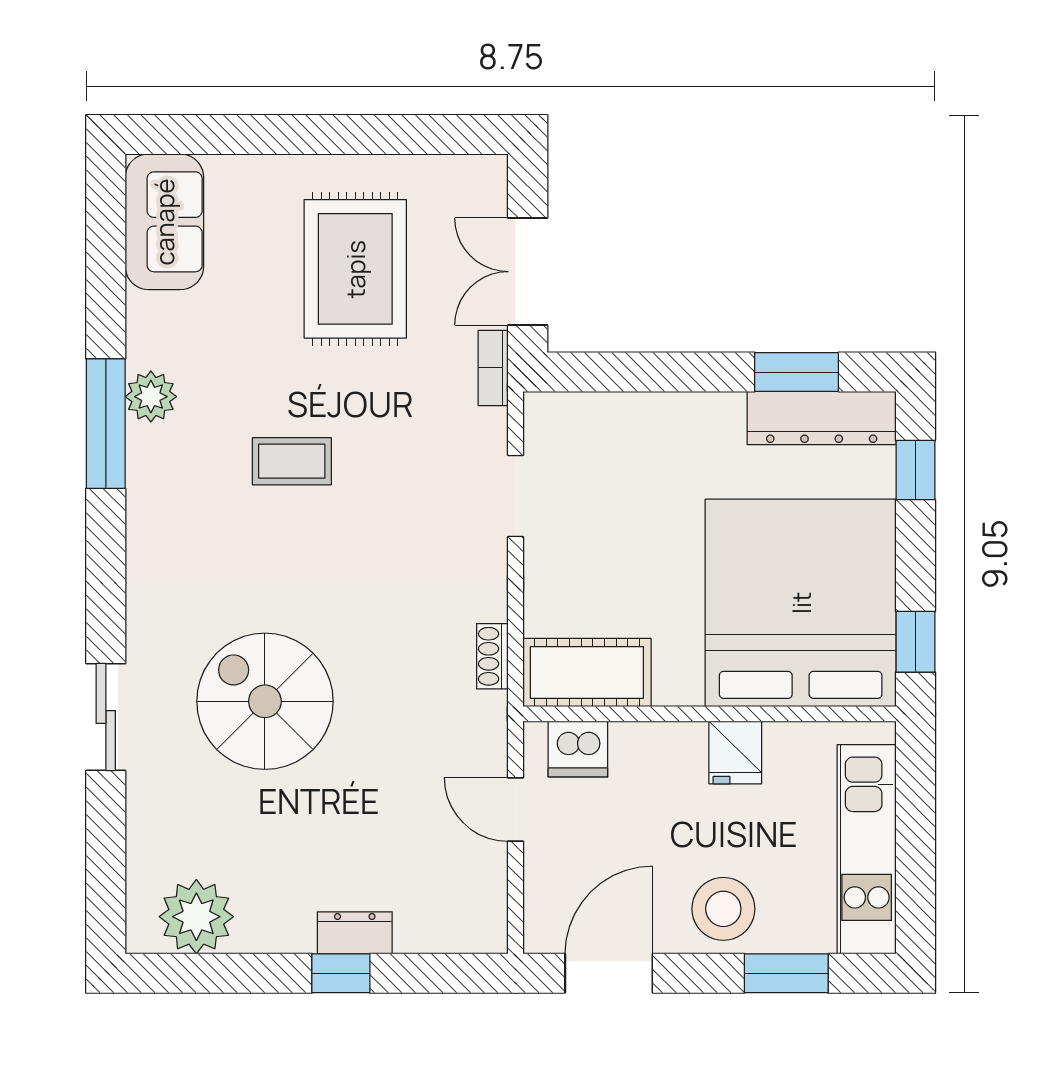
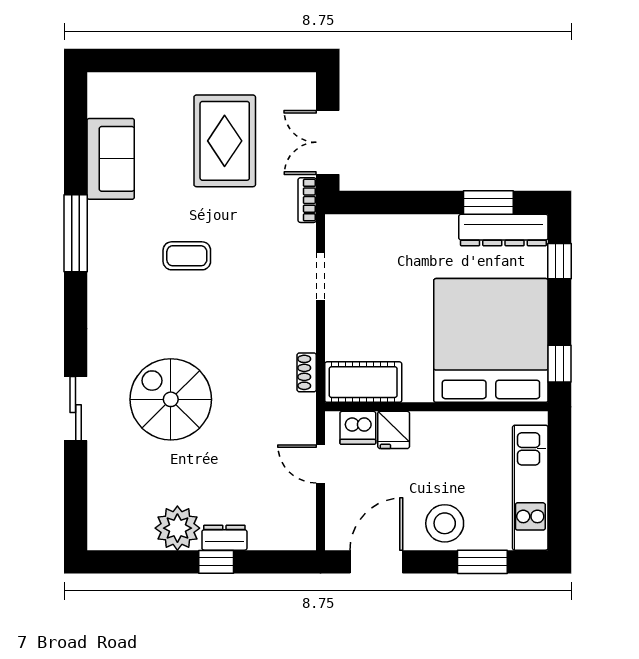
sofa: (164, 222) -> (111, 159), moved
plant: (151, 397) -> (103, 217), removed
fridge: (735, 753) -> (394, 430), moved
plant: (196, 917) -> (177, 528), moved

